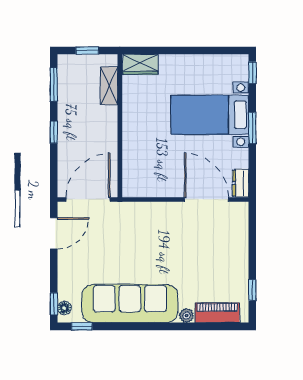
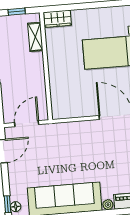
door: (88, 199) -> (27, 124), width x0.73

